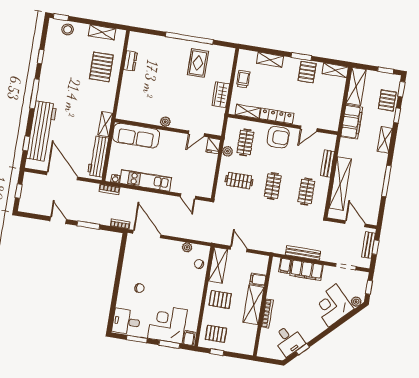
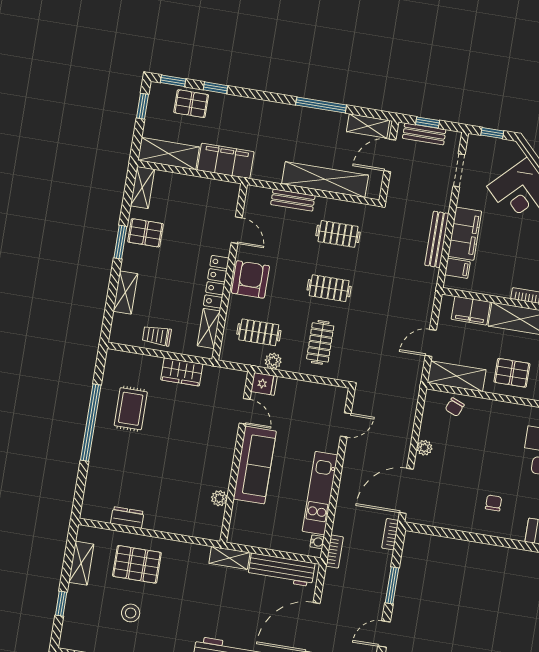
window: (61, 17) -> (61, 604), moved
stool: (68, 29) -> (131, 613), moved
rug: (198, 63) -> (131, 409), turned 90
plant: (165, 122) -> (219, 498), moved
sofa: (136, 136) -> (255, 465), moved
shelving: (385, 140) -> (368, 126), moved
plant: (187, 247) -> (424, 448), moved
filing cabinet: (258, 279) -> (471, 311), width x2.00
pallet: (220, 299) -> (512, 373), turned 90
plant: (356, 302) -> (515, 154), removed

